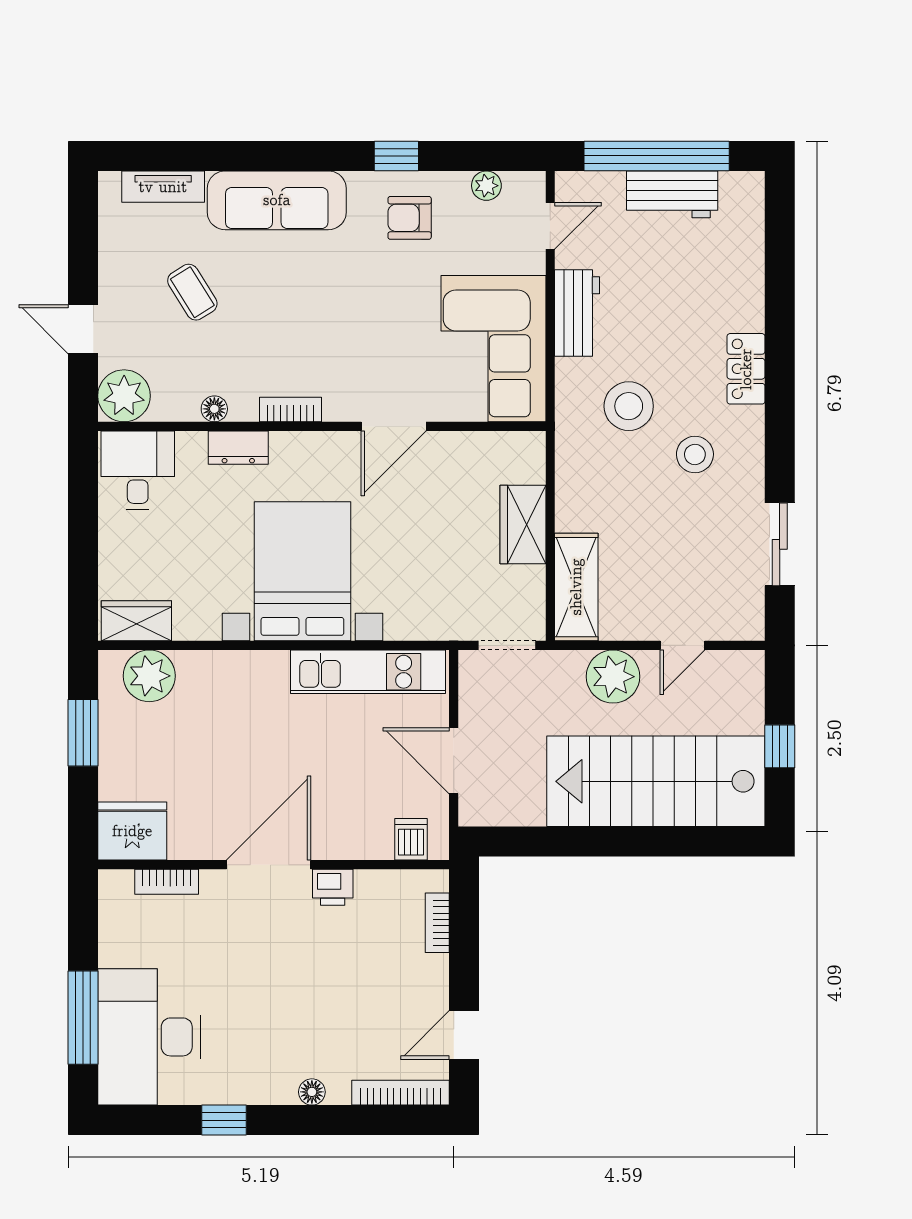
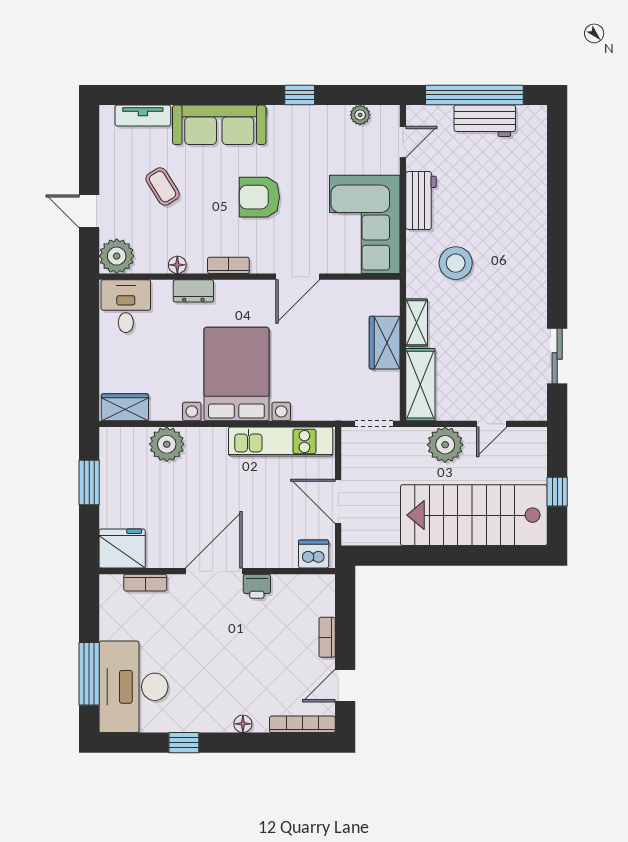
armchair: (410, 218) -> (259, 197), moved, width x1.38, depth x1.38
locker: (746, 369) -> (534, 238), removed
stool: (695, 454) -> (500, 296), removed
shelving: (571, 495) -> (417, 323), added
plant: (149, 676) -> (167, 444), moved
dishwasher: (411, 839) -> (314, 554), width x1.38
bookcase: (437, 923) -> (327, 637), moved

